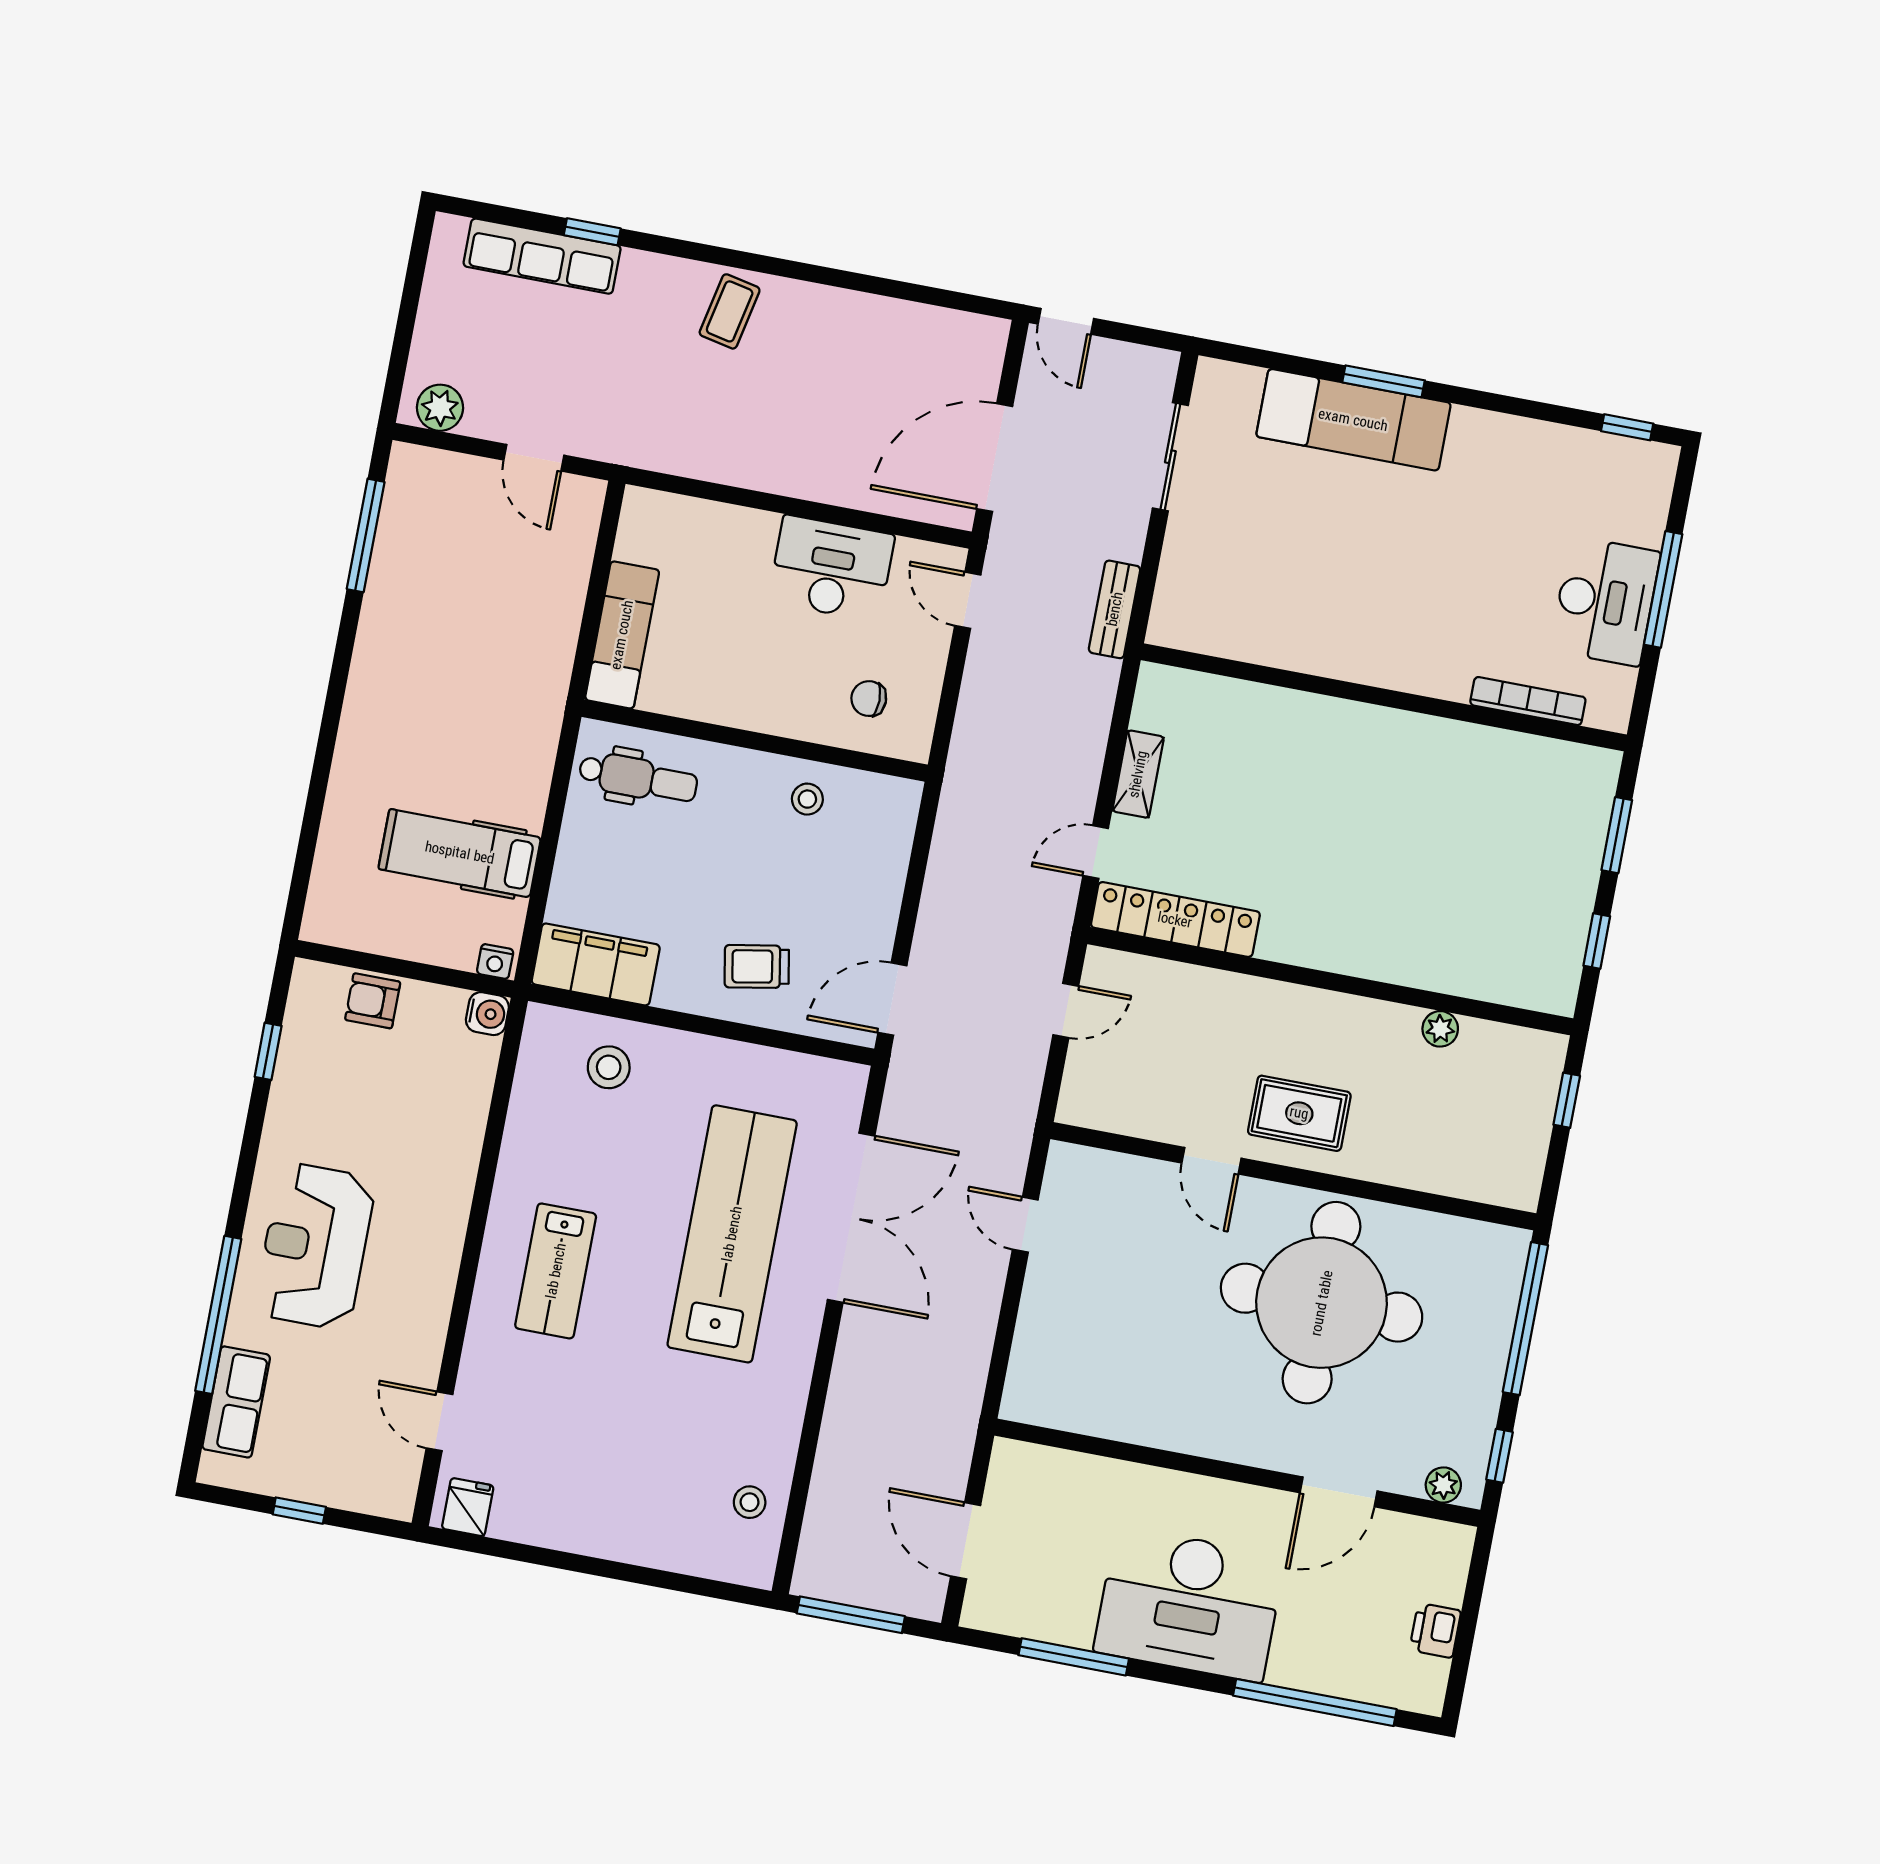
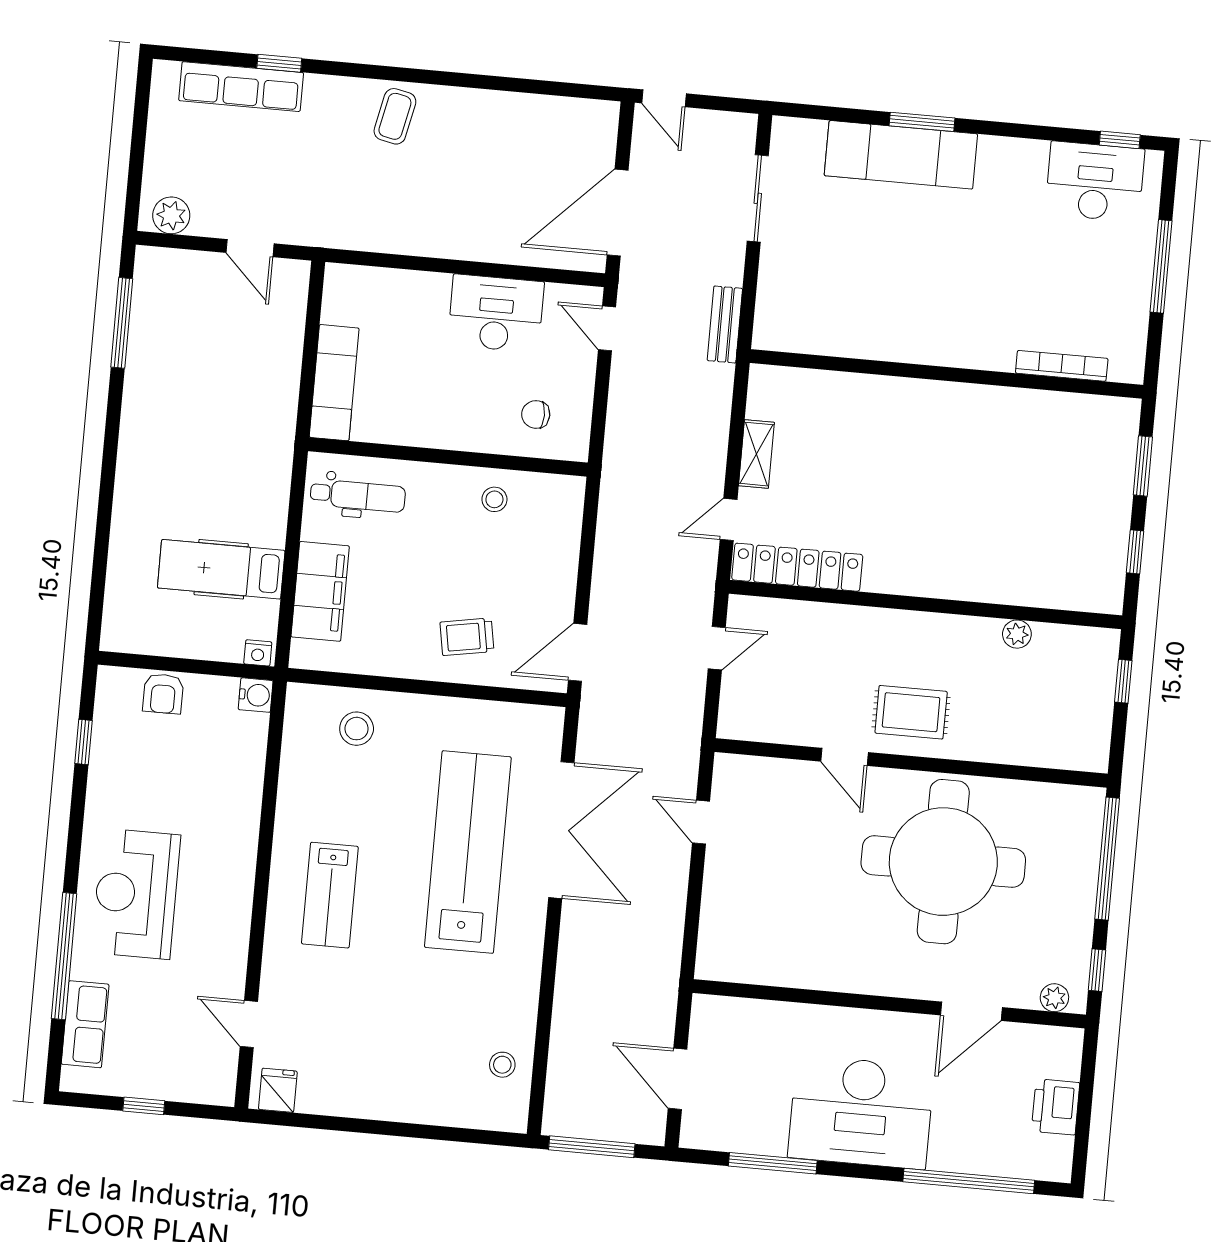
desk: (1605, 601) -> (1095, 182), moved, turned -90
filing cabinet: (596, 964) -> (320, 591), moved, turned 90
armchair: (373, 1001) -> (163, 694), turned -90
printer: (1435, 1630) -> (1056, 1107), width x1.36, depth x1.24

